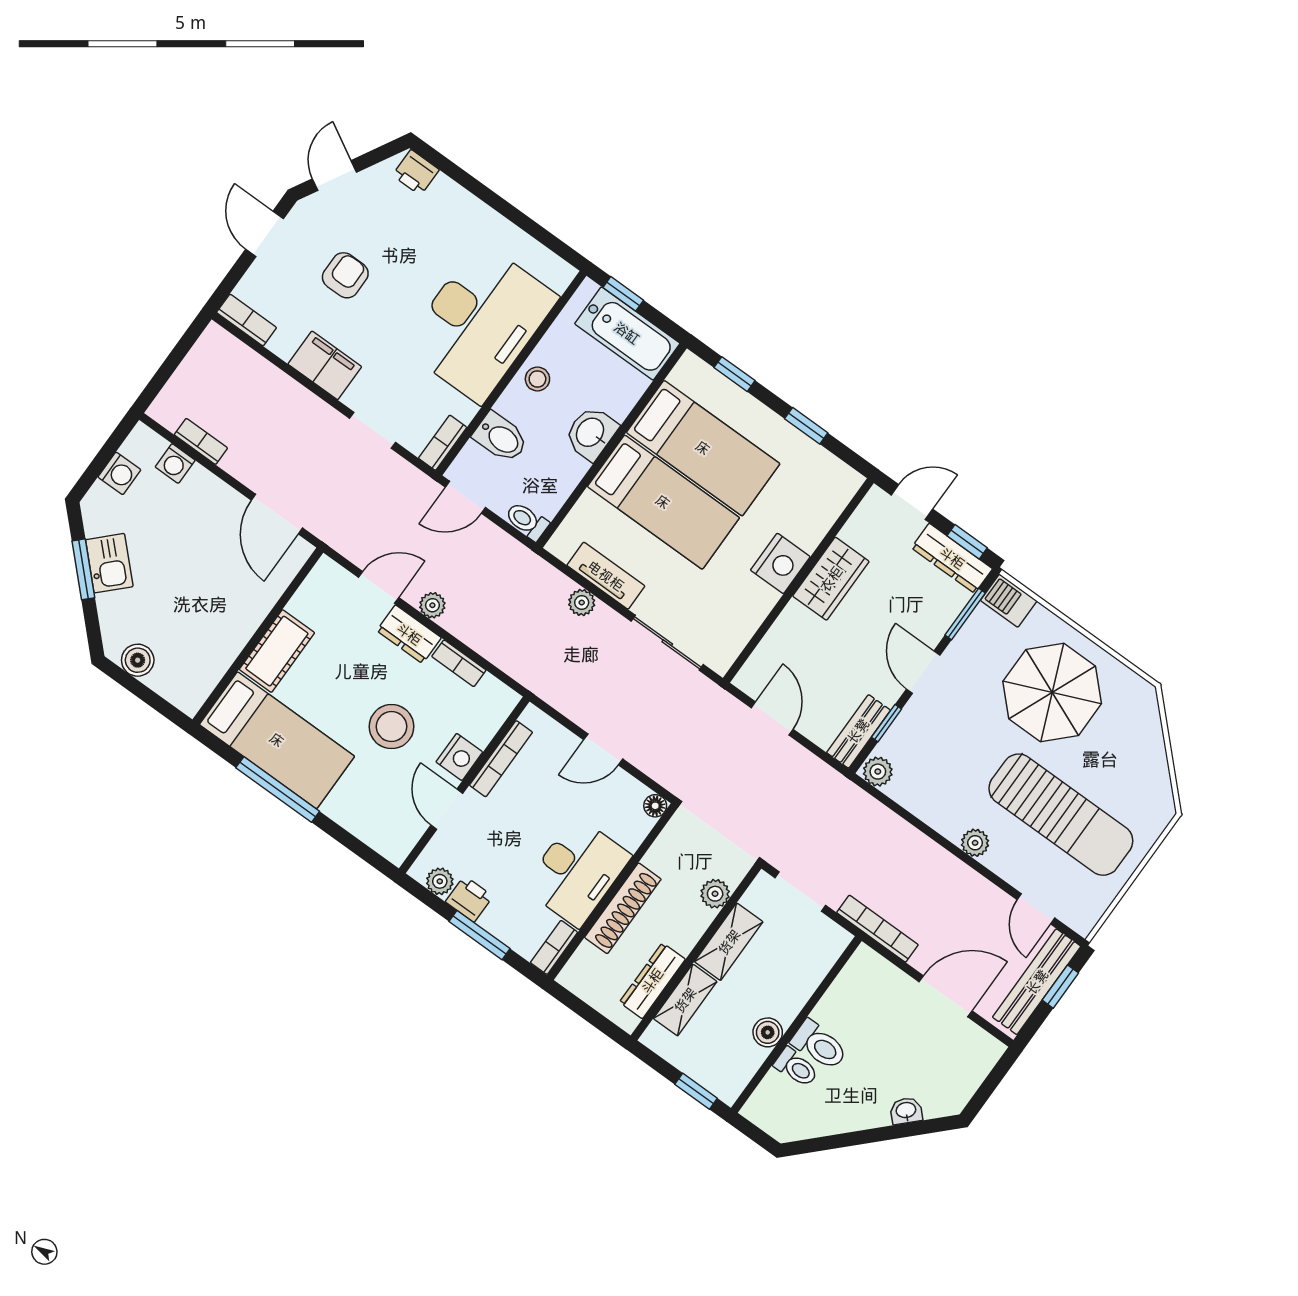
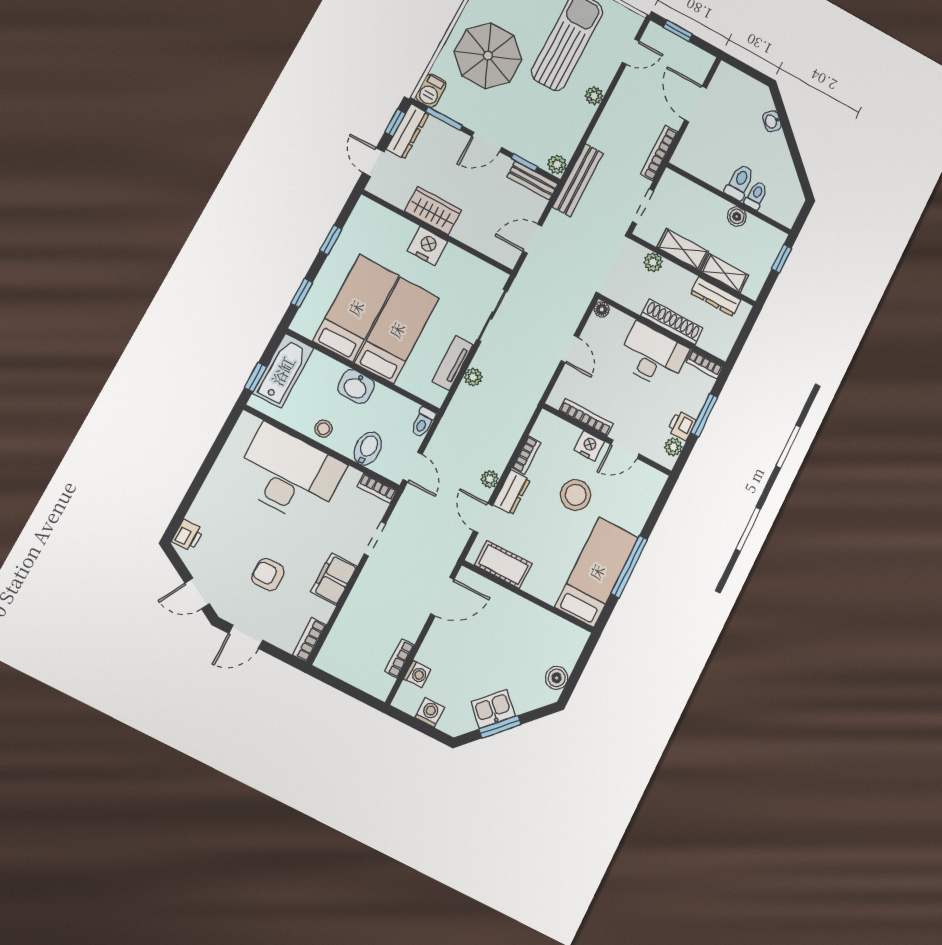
cot: (277, 651) -> (503, 564), moved
bench: (1037, 982) -> (578, 180), moved, turned 90

